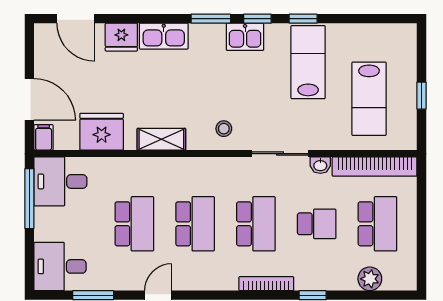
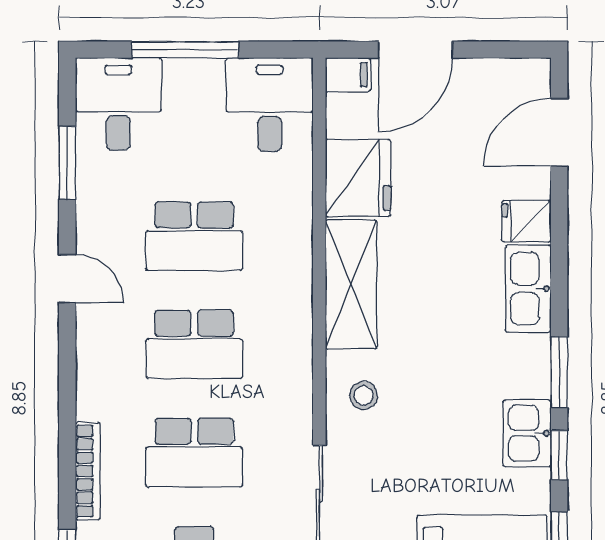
fridge: (121, 37) -> (526, 221), width x0.72
shelving: (161, 139) -> (351, 284), width x1.50, depth x1.33
window: (29, 199) -> (185, 50), moved

